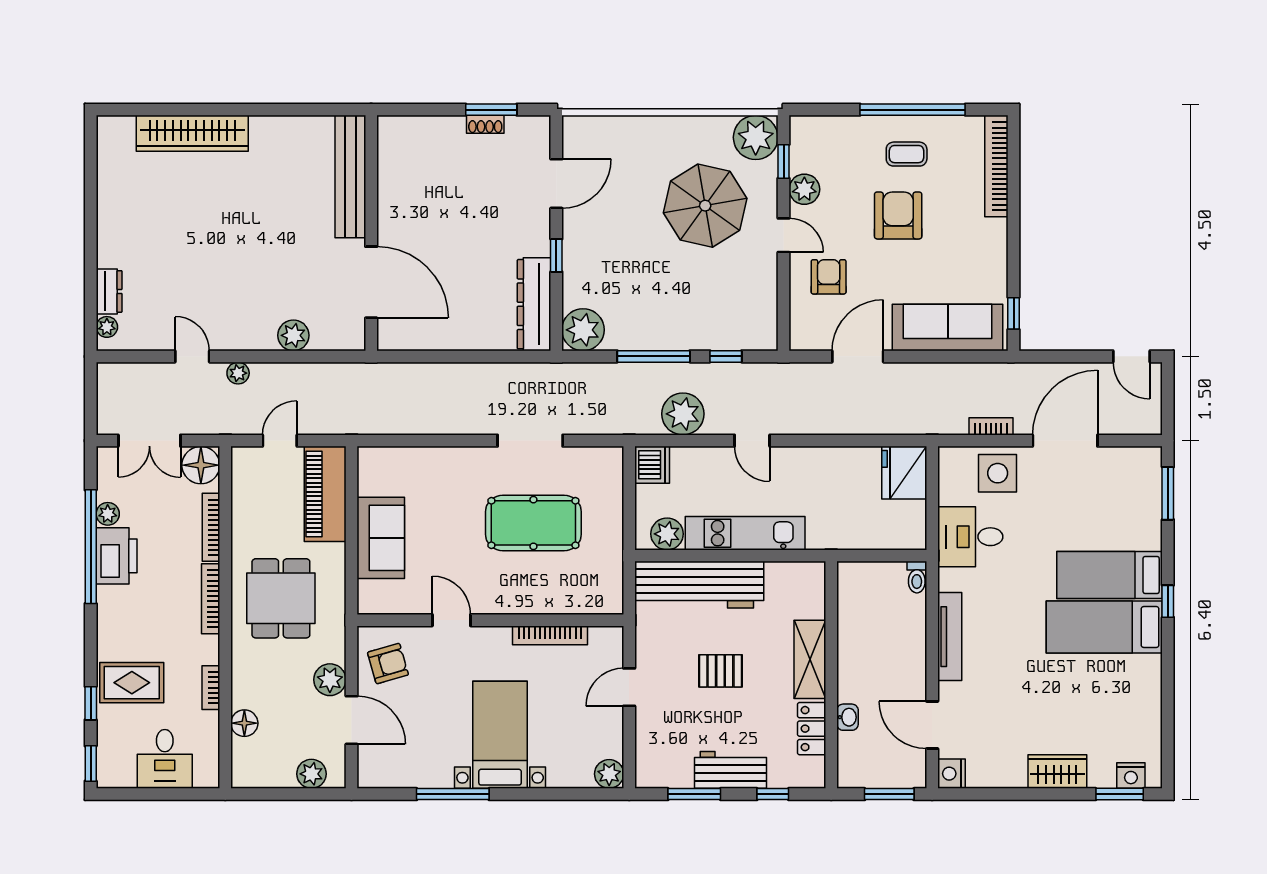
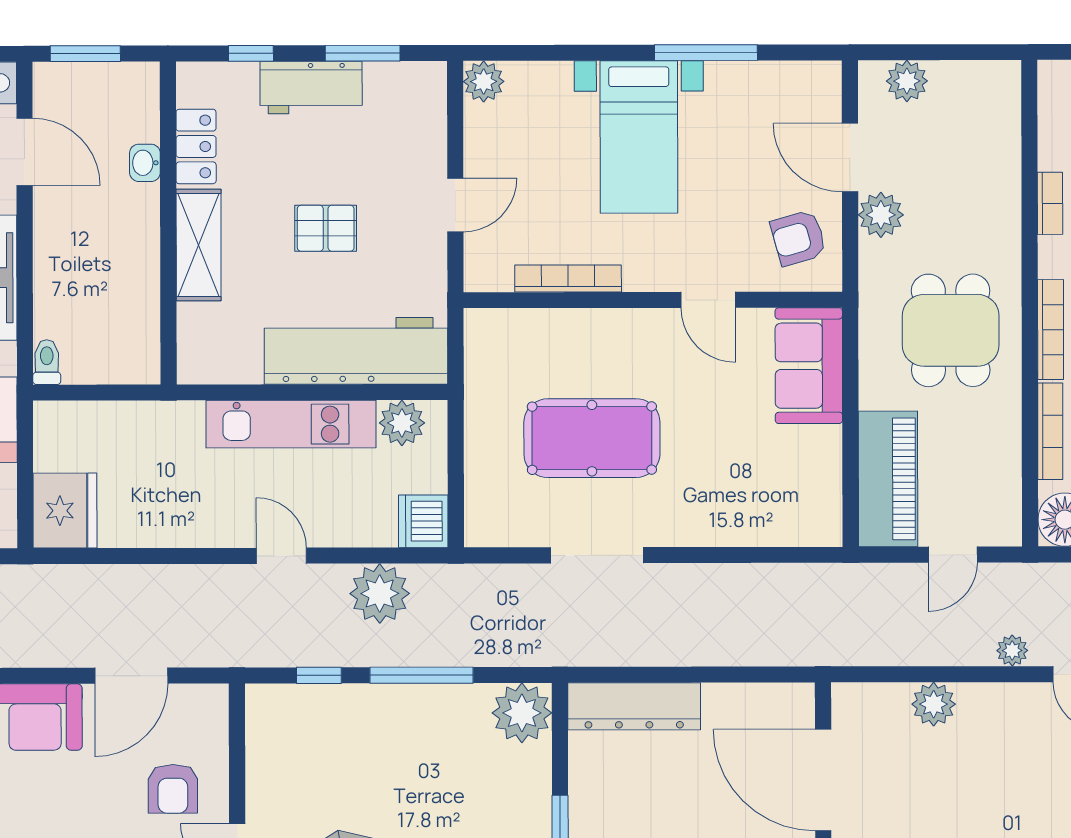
dresser: (534, 304) -> (634, 706), moved, turned 90
sofa: (381, 538) -> (809, 366), moved
floor lamp: (244, 723) -> (1002, 153), removed

